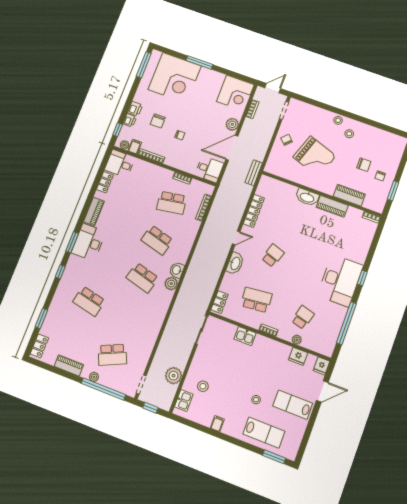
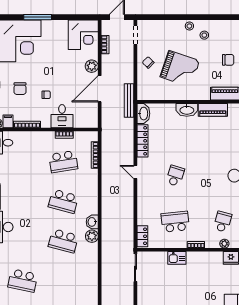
desk: (209, 169) -> (62, 116), moved, turned 90
bench: (254, 173) -> (129, 101), width x1.36
door: (236, 238) -> (135, 172), swing flipped
washbasin: (235, 263) -> (143, 114), moved

